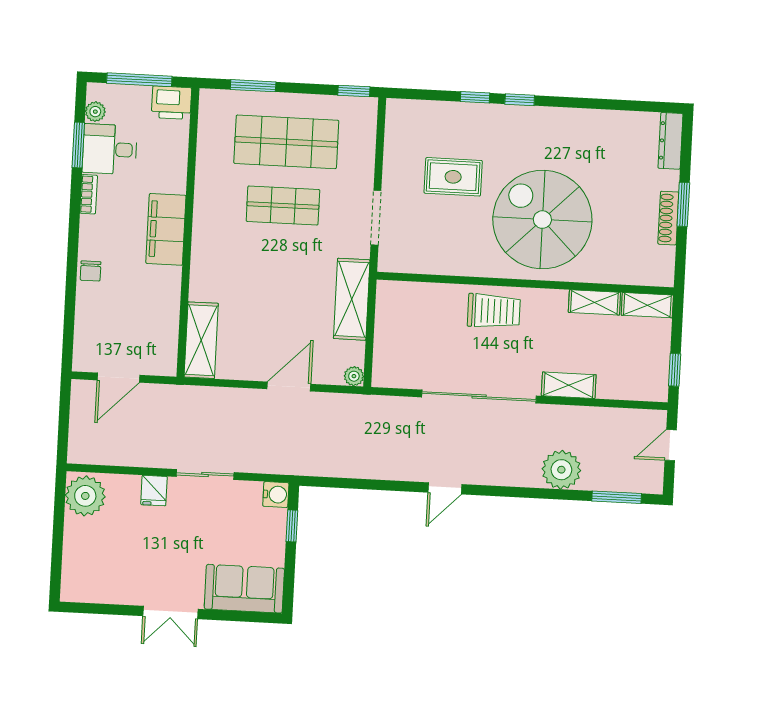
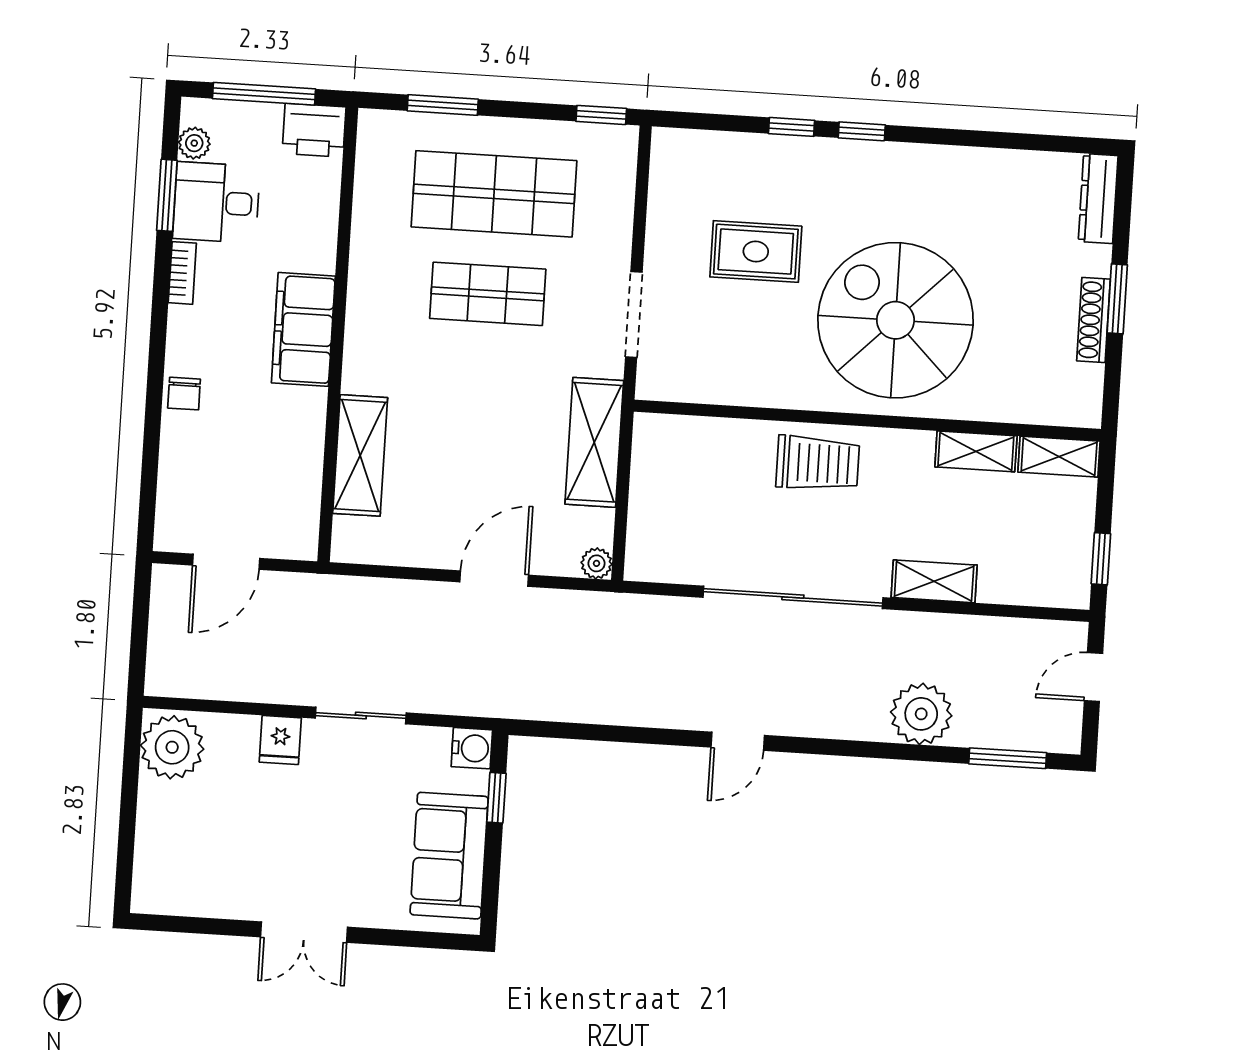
shelving: (201, 340) -> (360, 455), moved
sofa: (244, 589) -> (449, 856), moved, turned -90

